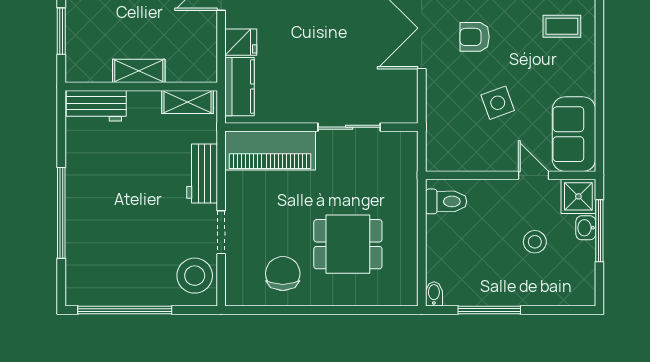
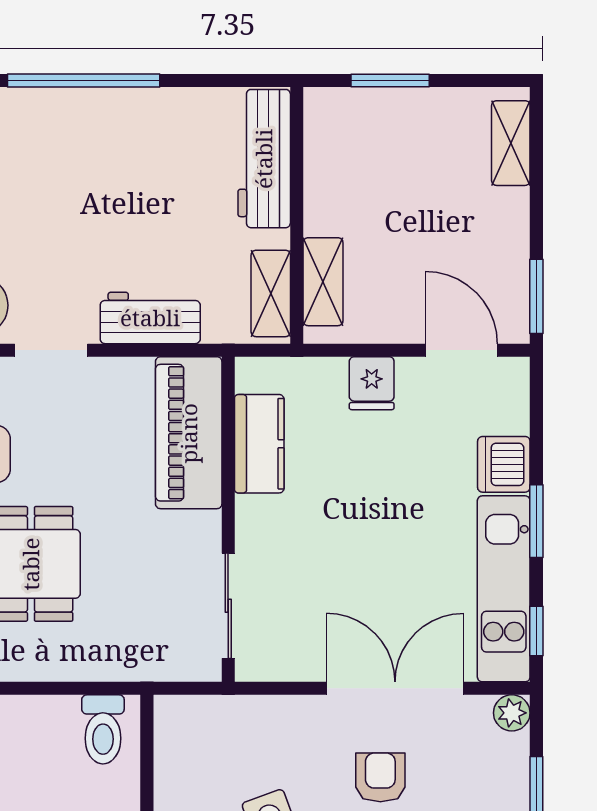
shelving: (139, 71) -> (323, 282), moved
kitchen counter: (240, 87) -> (259, 444), moved, turned -90
workbench: (96, 106) -> (264, 159), width x1.37
sliding door: (349, 127) -> (228, 606), moved

